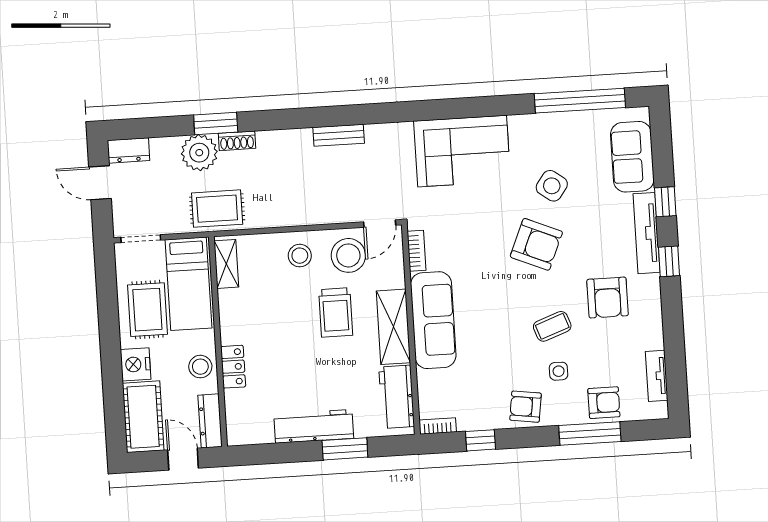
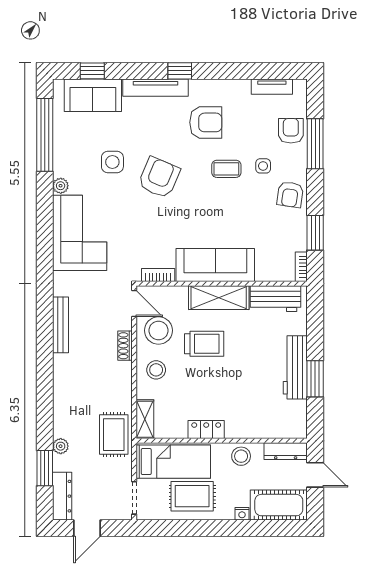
window: (216, 124) -> (45, 468), moved
plant: (519, 124) -> (61, 186), added
bench: (339, 135) -> (61, 325), width x1.36
shoe rack: (237, 141) -> (125, 346), moved, turned 180
dresser: (128, 150) -> (62, 496), width x1.44
plant: (199, 153) -> (61, 446), width x0.53, depth x0.53
side table: (552, 186) -> (112, 162), turned -36
window: (665, 202) -> (92, 71), moved
shelving: (226, 264) -> (145, 419), moved, turned 90
coffee table: (552, 326) -> (226, 169), turned -70
nightstand: (136, 364) -> (242, 514), width x0.53, depth x0.56
locker: (233, 367) -> (206, 430), moved
window: (480, 440) -> (315, 233), width x1.50
window: (345, 449) -> (315, 379), moved
door: (183, 459) -> (315, 475), swing flipped

